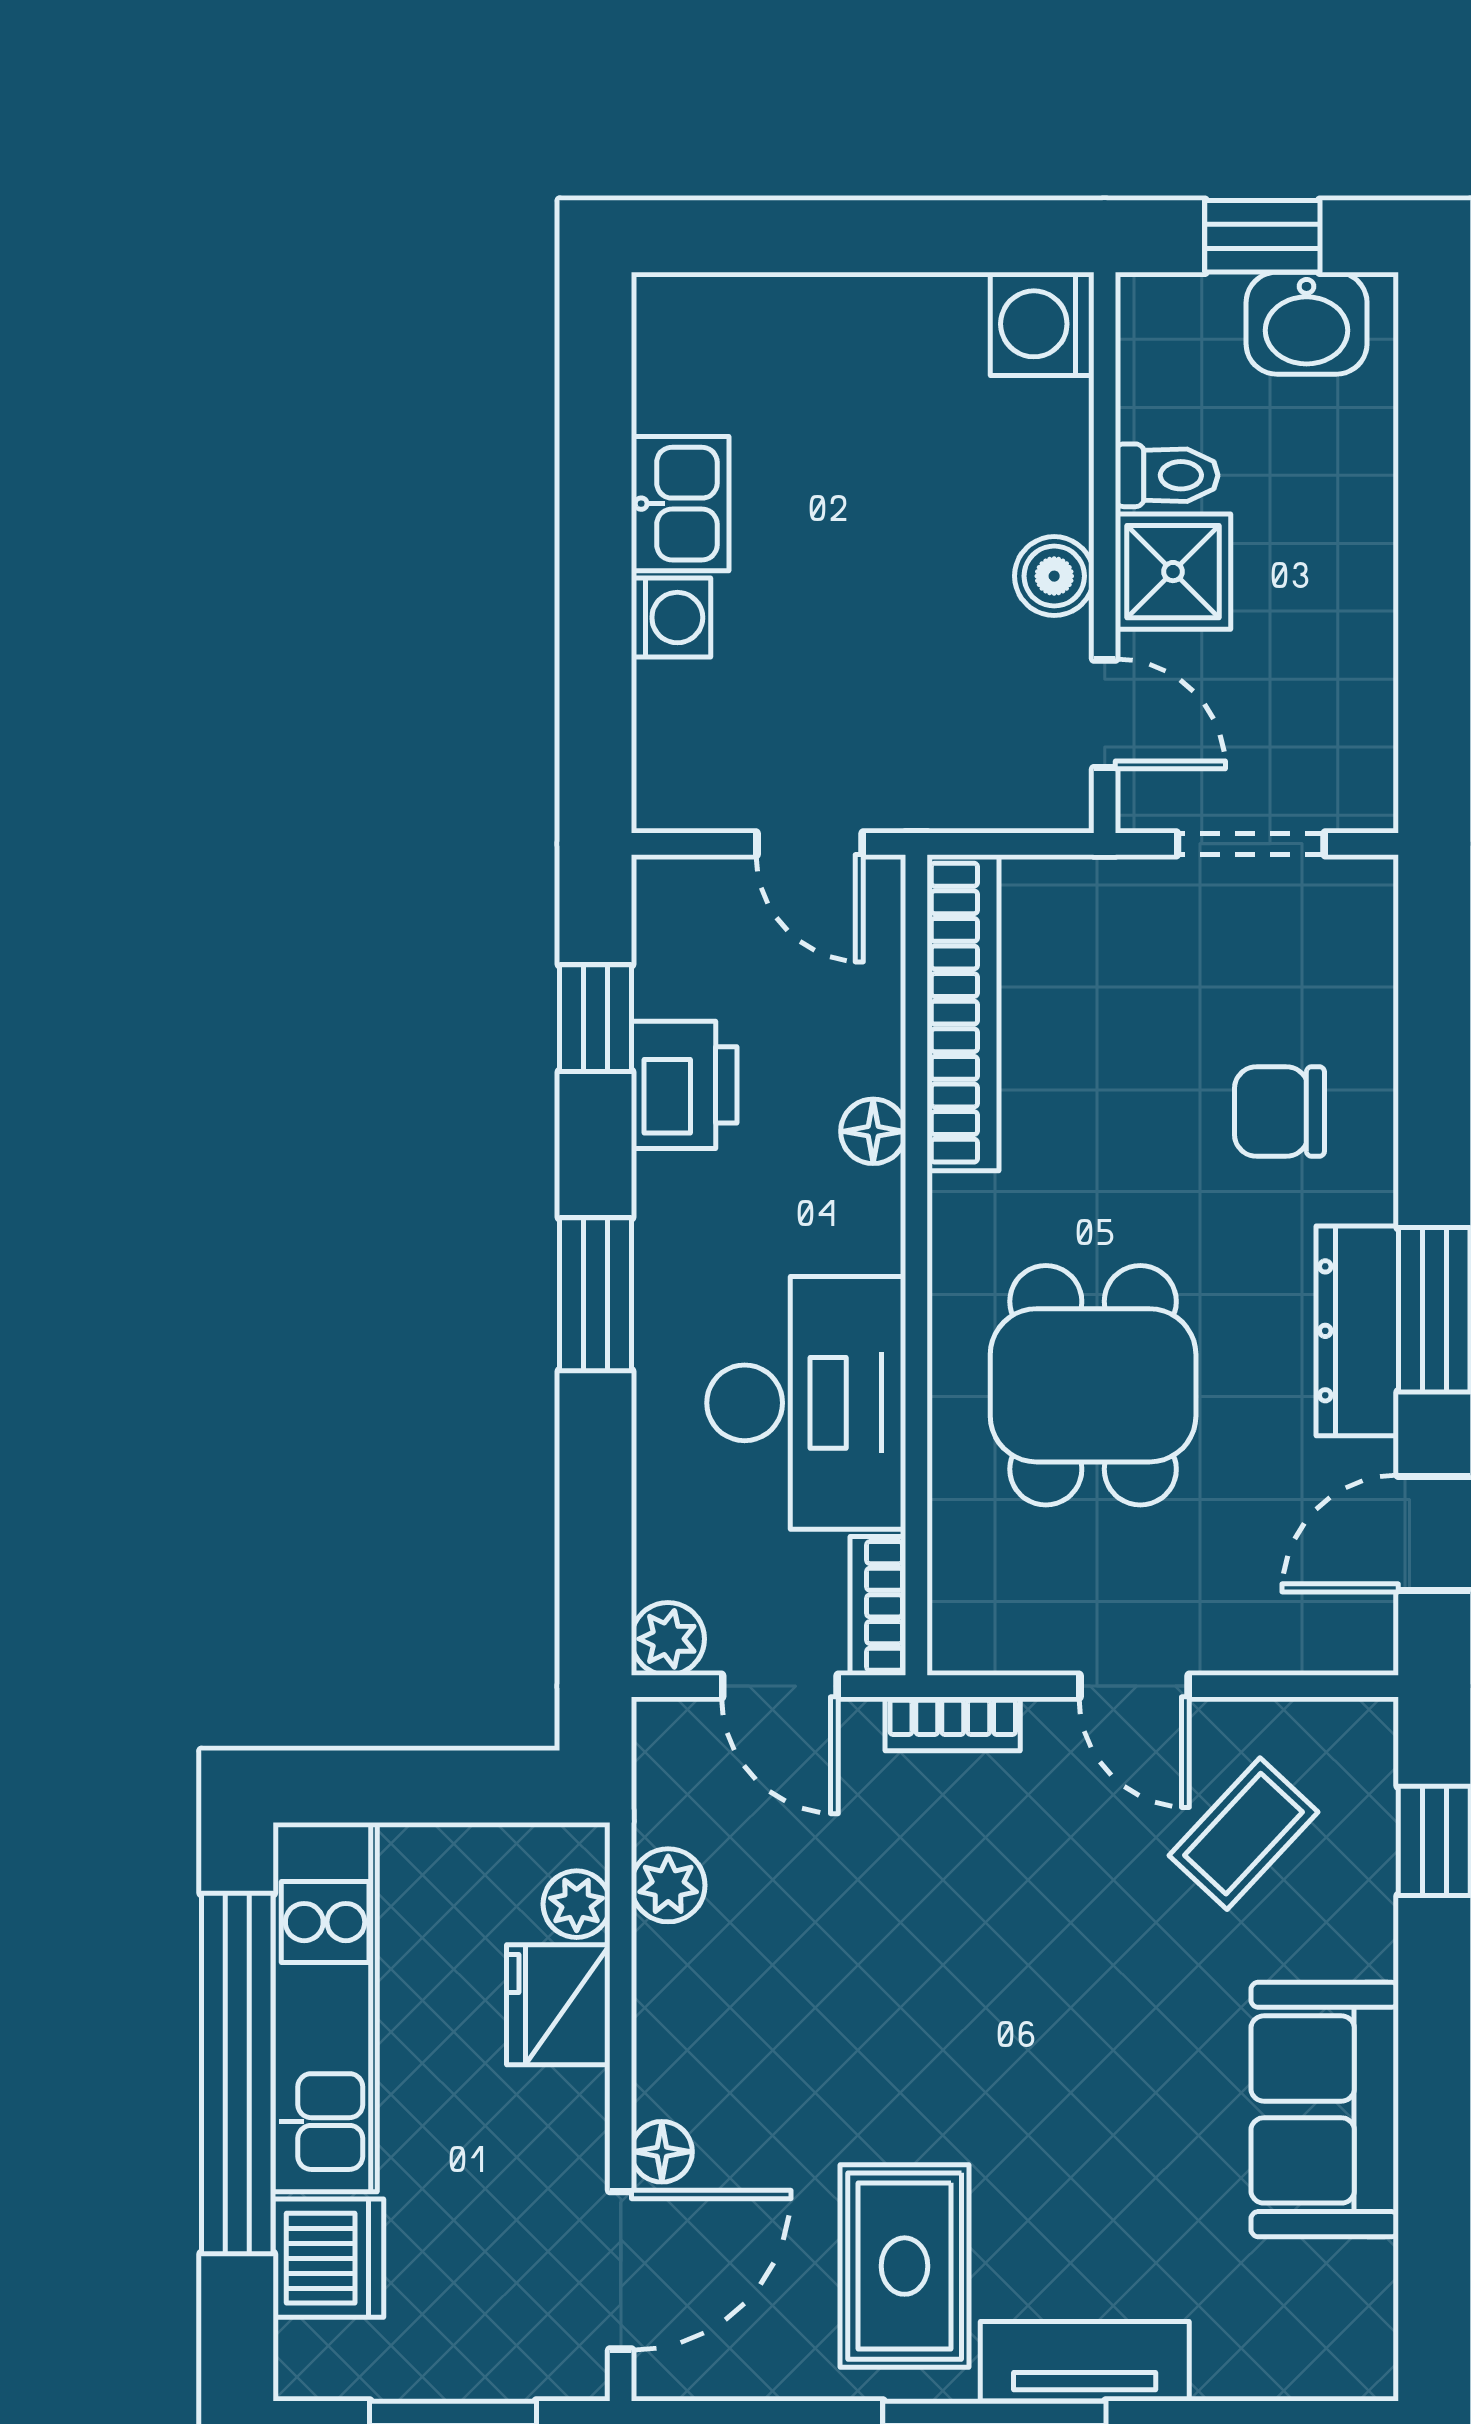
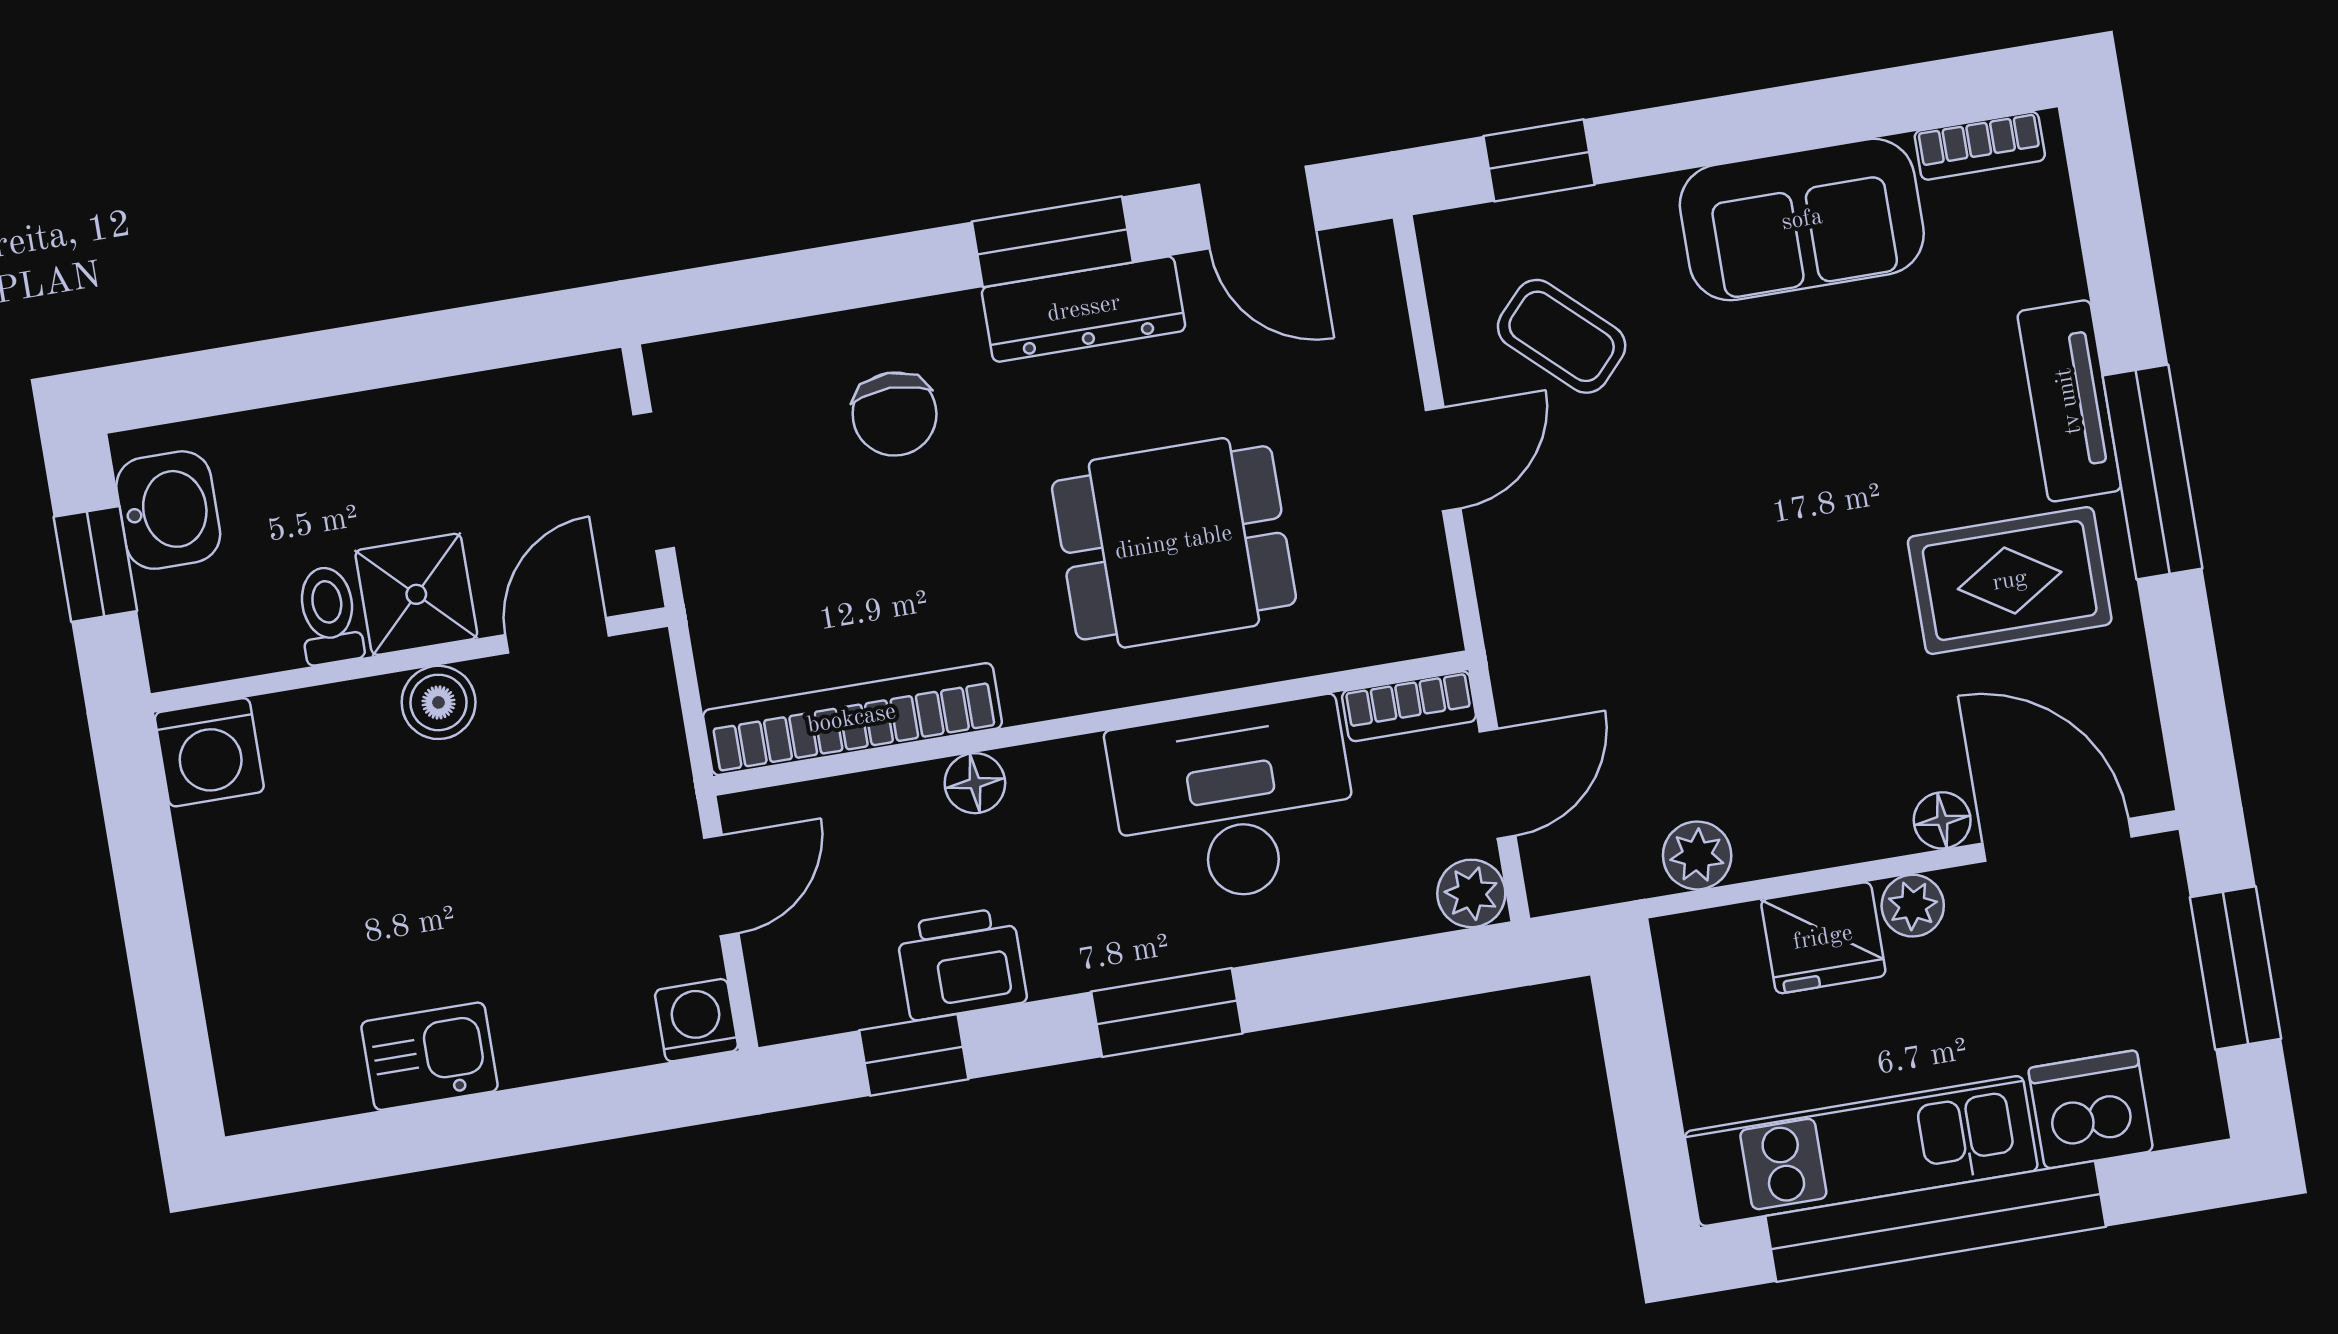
washing machine: (671, 618) -> (696, 1020), moved
bookcase: (953, 1724) -> (1980, 146), moved, turned 90
plant: (577, 1904) -> (1913, 906), moved

